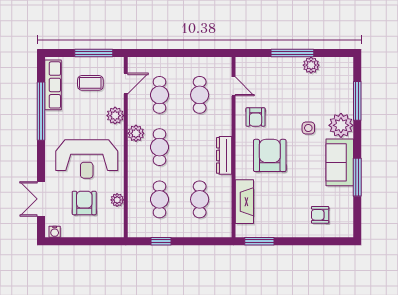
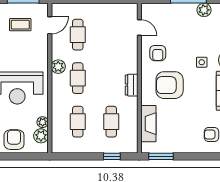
cafe table: (200, 95) -> (111, 35), removed
plant: (115, 116) -> (41, 136), moved
dresser: (224, 155) -> (132, 85), width x0.70
armchair: (270, 155) -> (170, 85), turned -90
armchair: (84, 203) -> (14, 140), moved
window: (161, 241) -> (112, 156), moved

